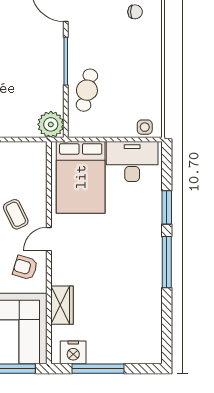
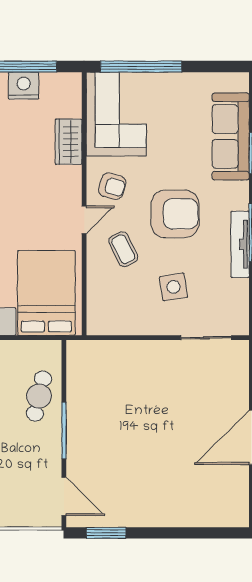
plant: (51, 124) -> (82, 356), removed
nightstand: (73, 352) -> (24, 86), moved

